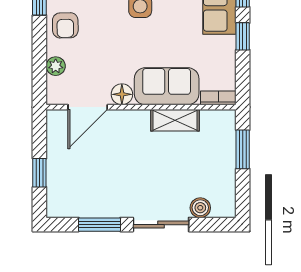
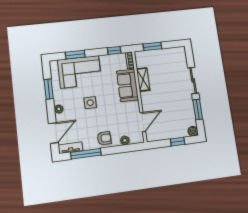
window: (243, 36) -> (114, 50), moved
floor lamp: (122, 94) -> (134, 106), removed
door: (88, 107) -> (143, 122), hinge flipped
boiler: (200, 208) -> (193, 131), moved

